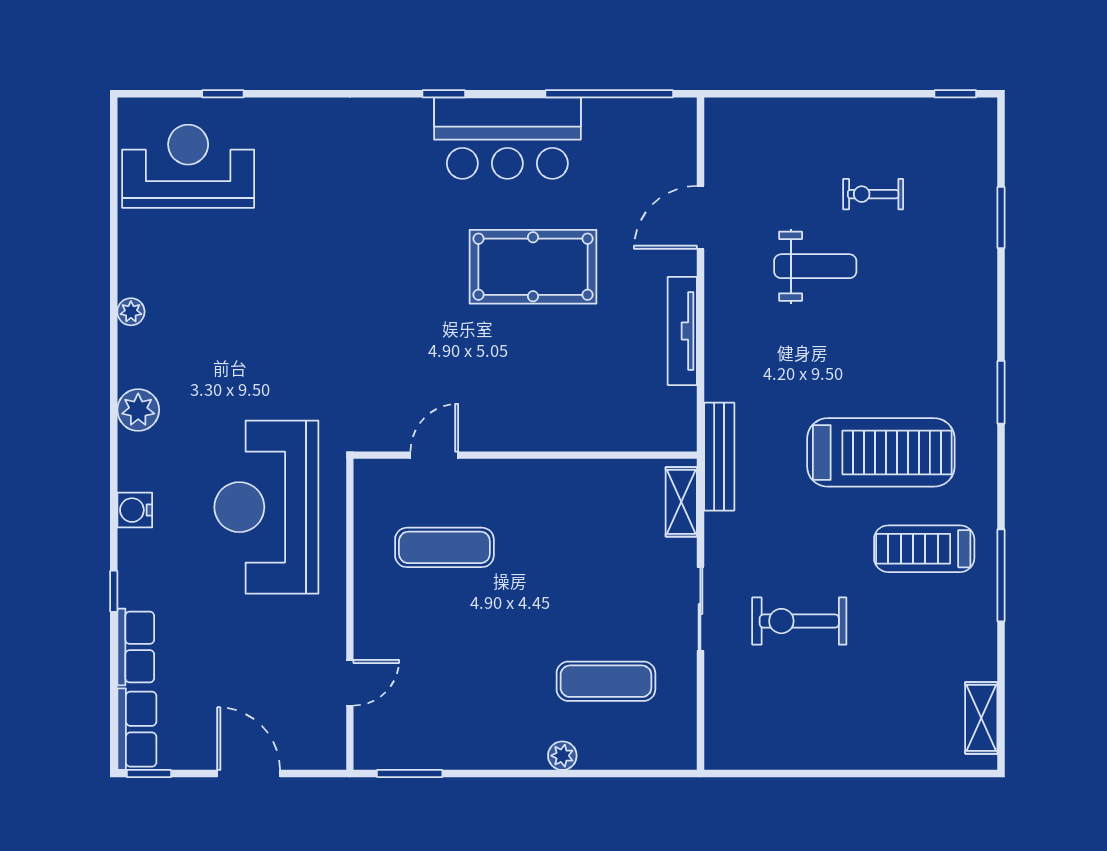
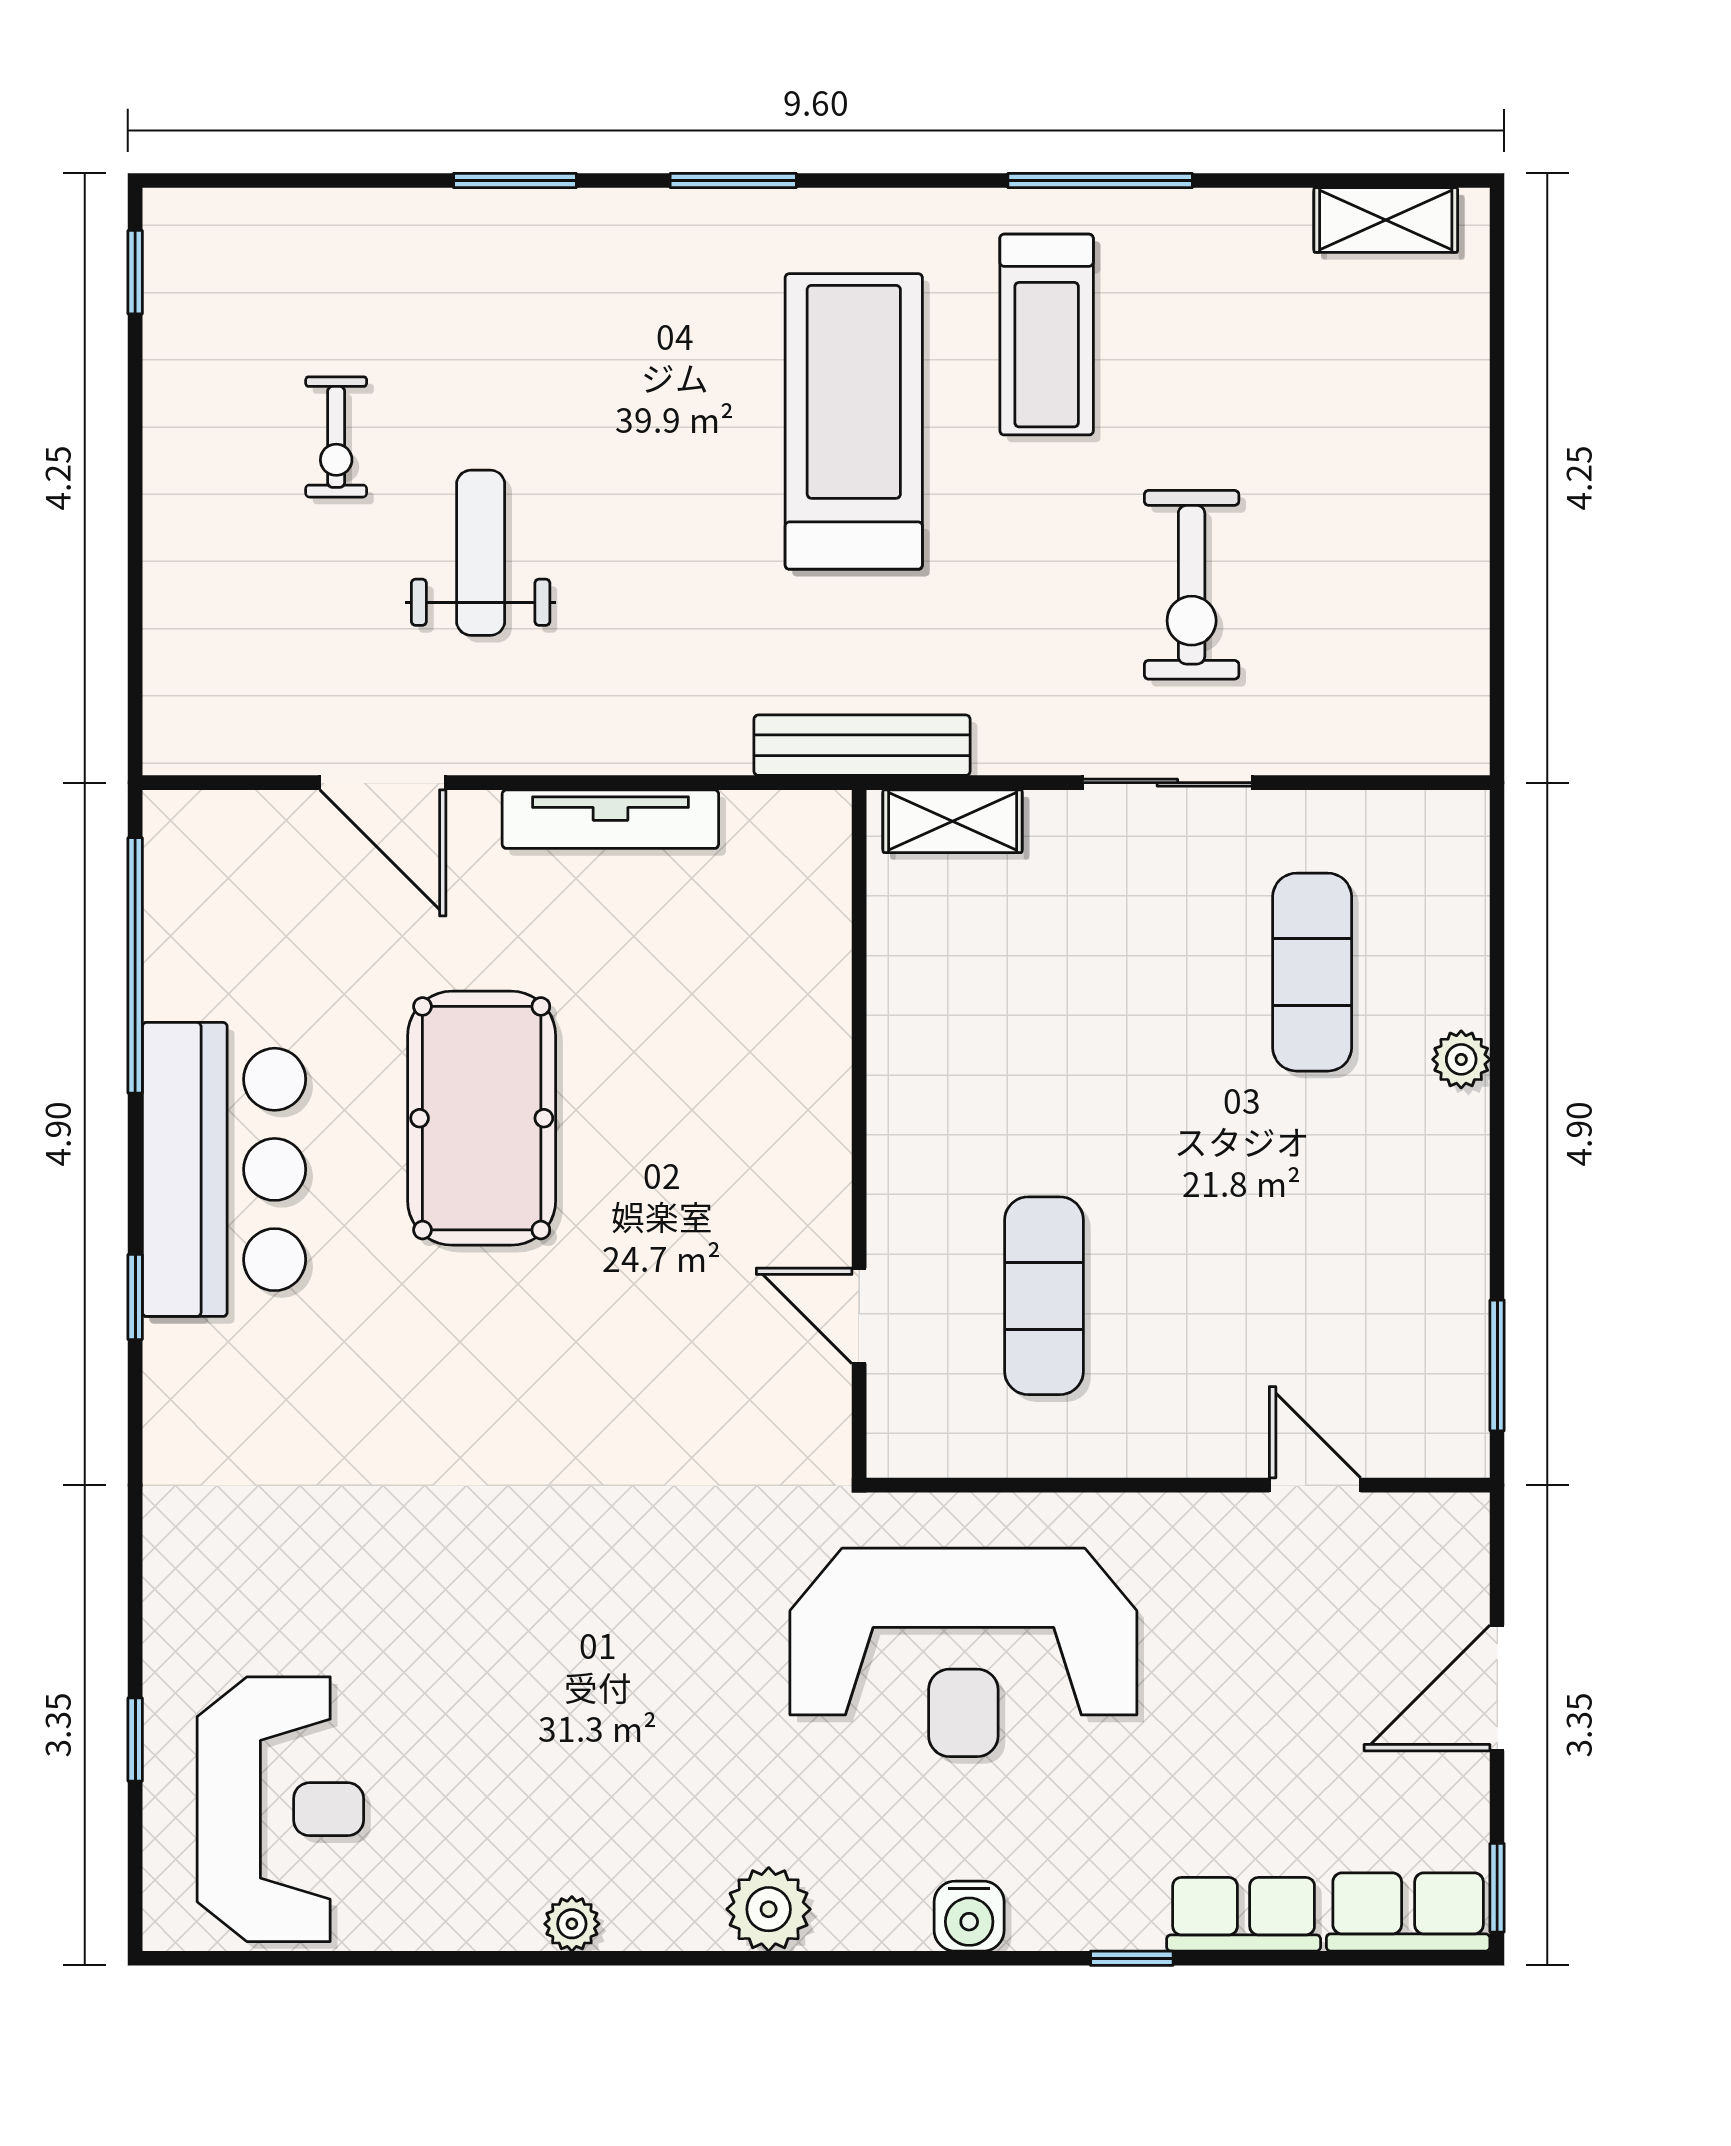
reception desk: (188, 166) -> (280, 1809), turned 180
window: (1001, 218) -> (515, 181), moved

